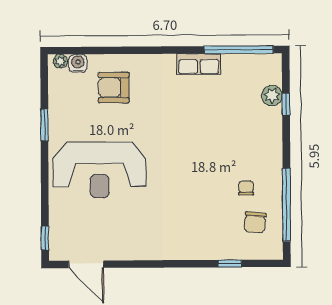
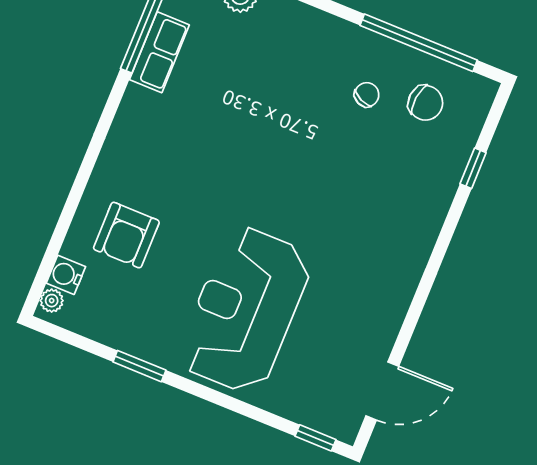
row of seats: (199, 64) -> (159, 52), moved
reception desk: (100, 170) -> (245, 310), turned 180
chair: (246, 188) -> (367, 95), turned 114

